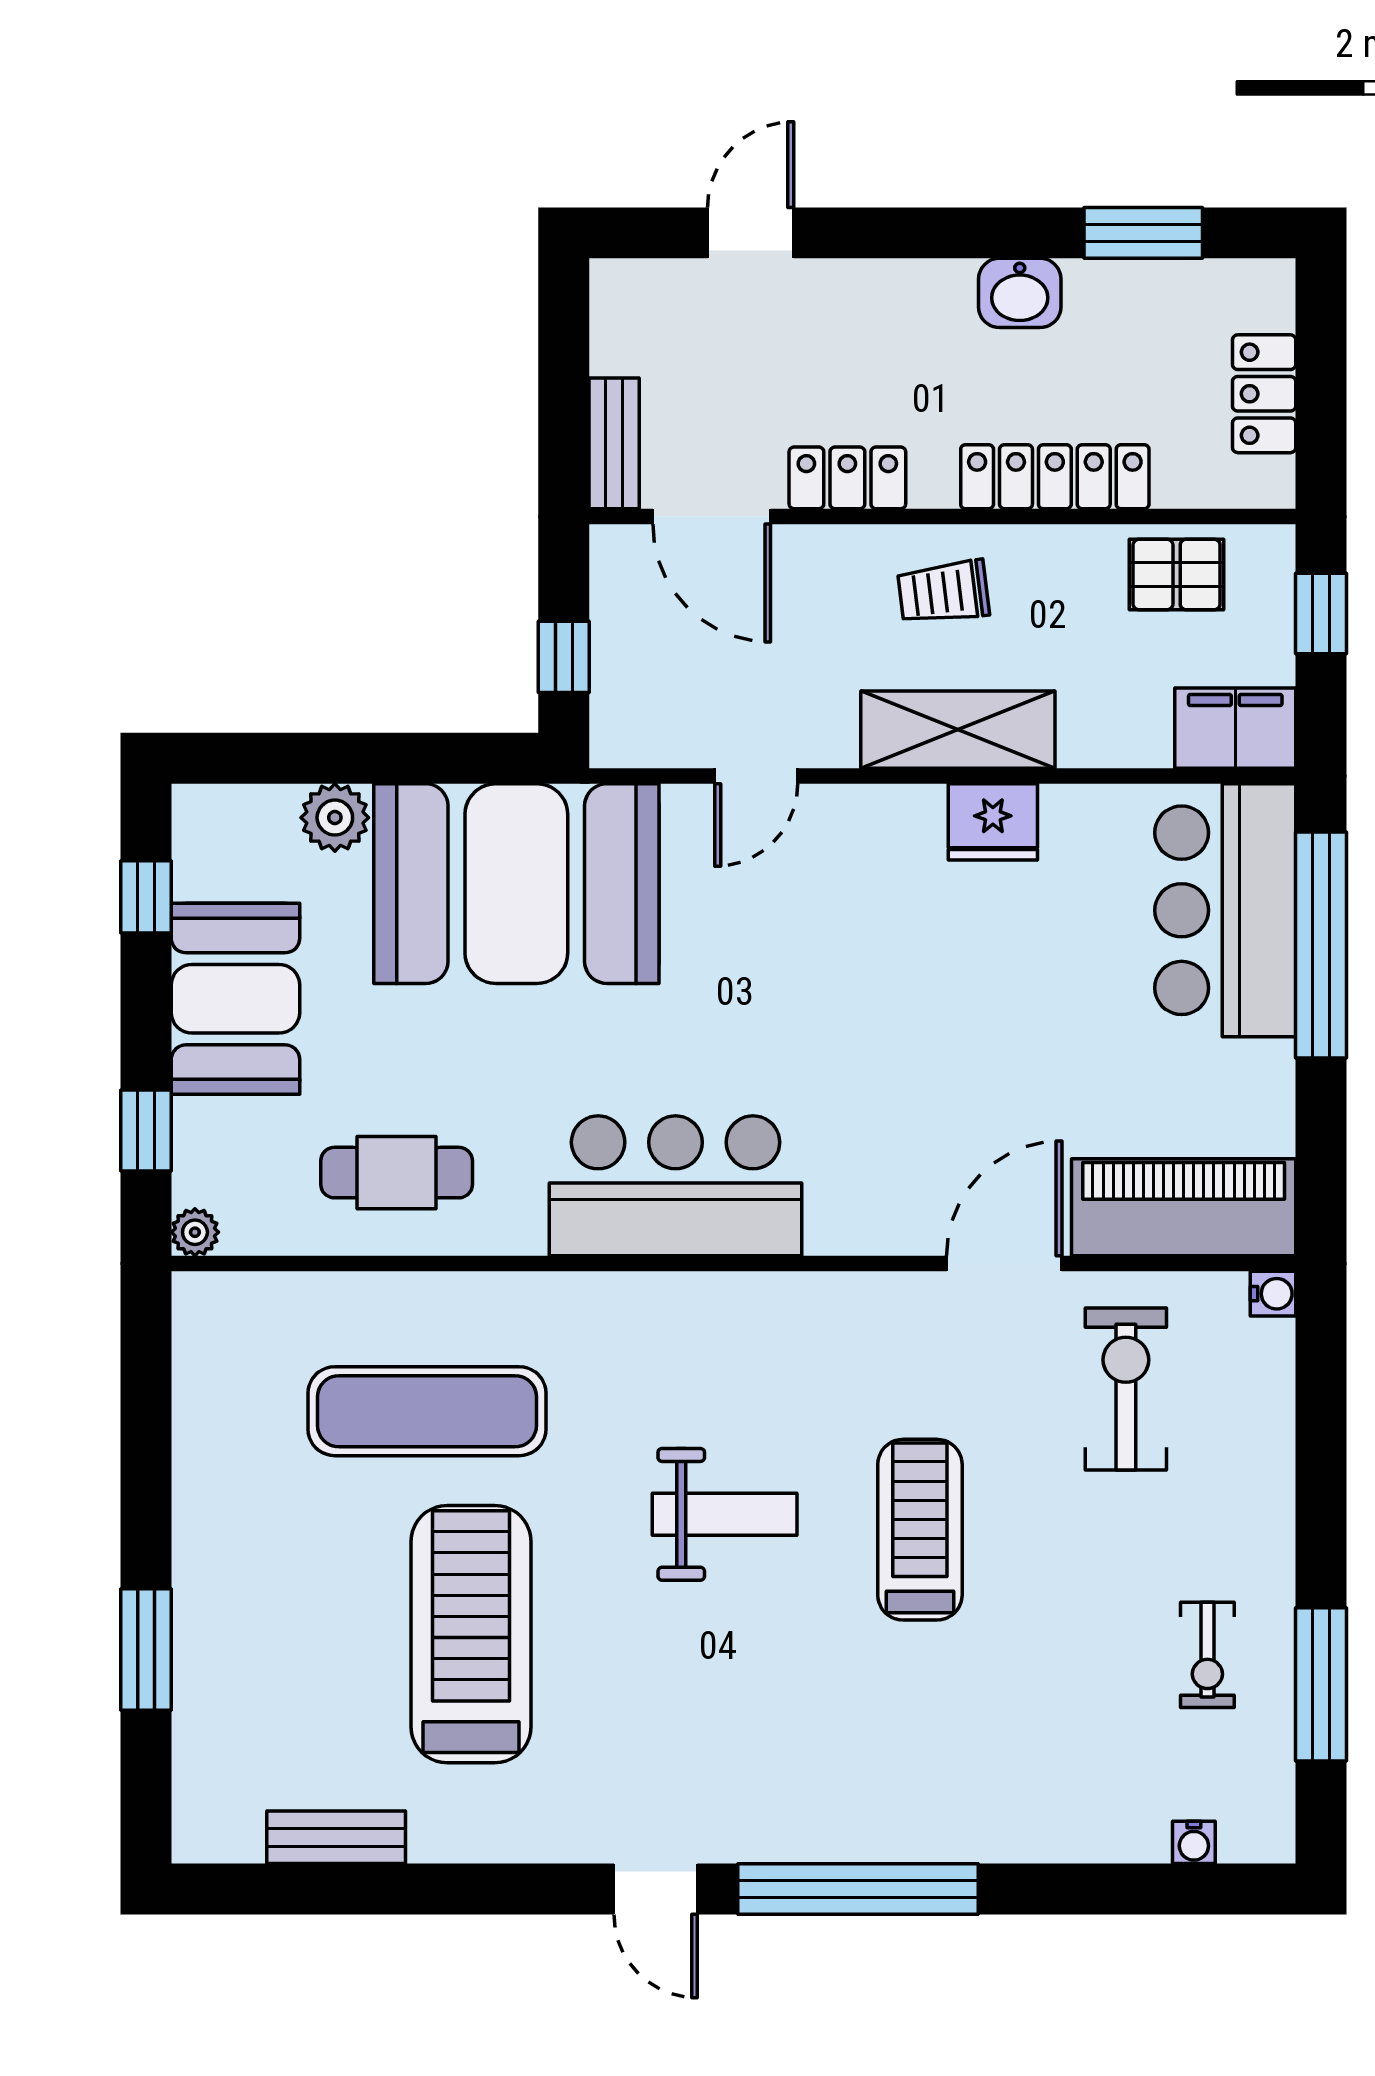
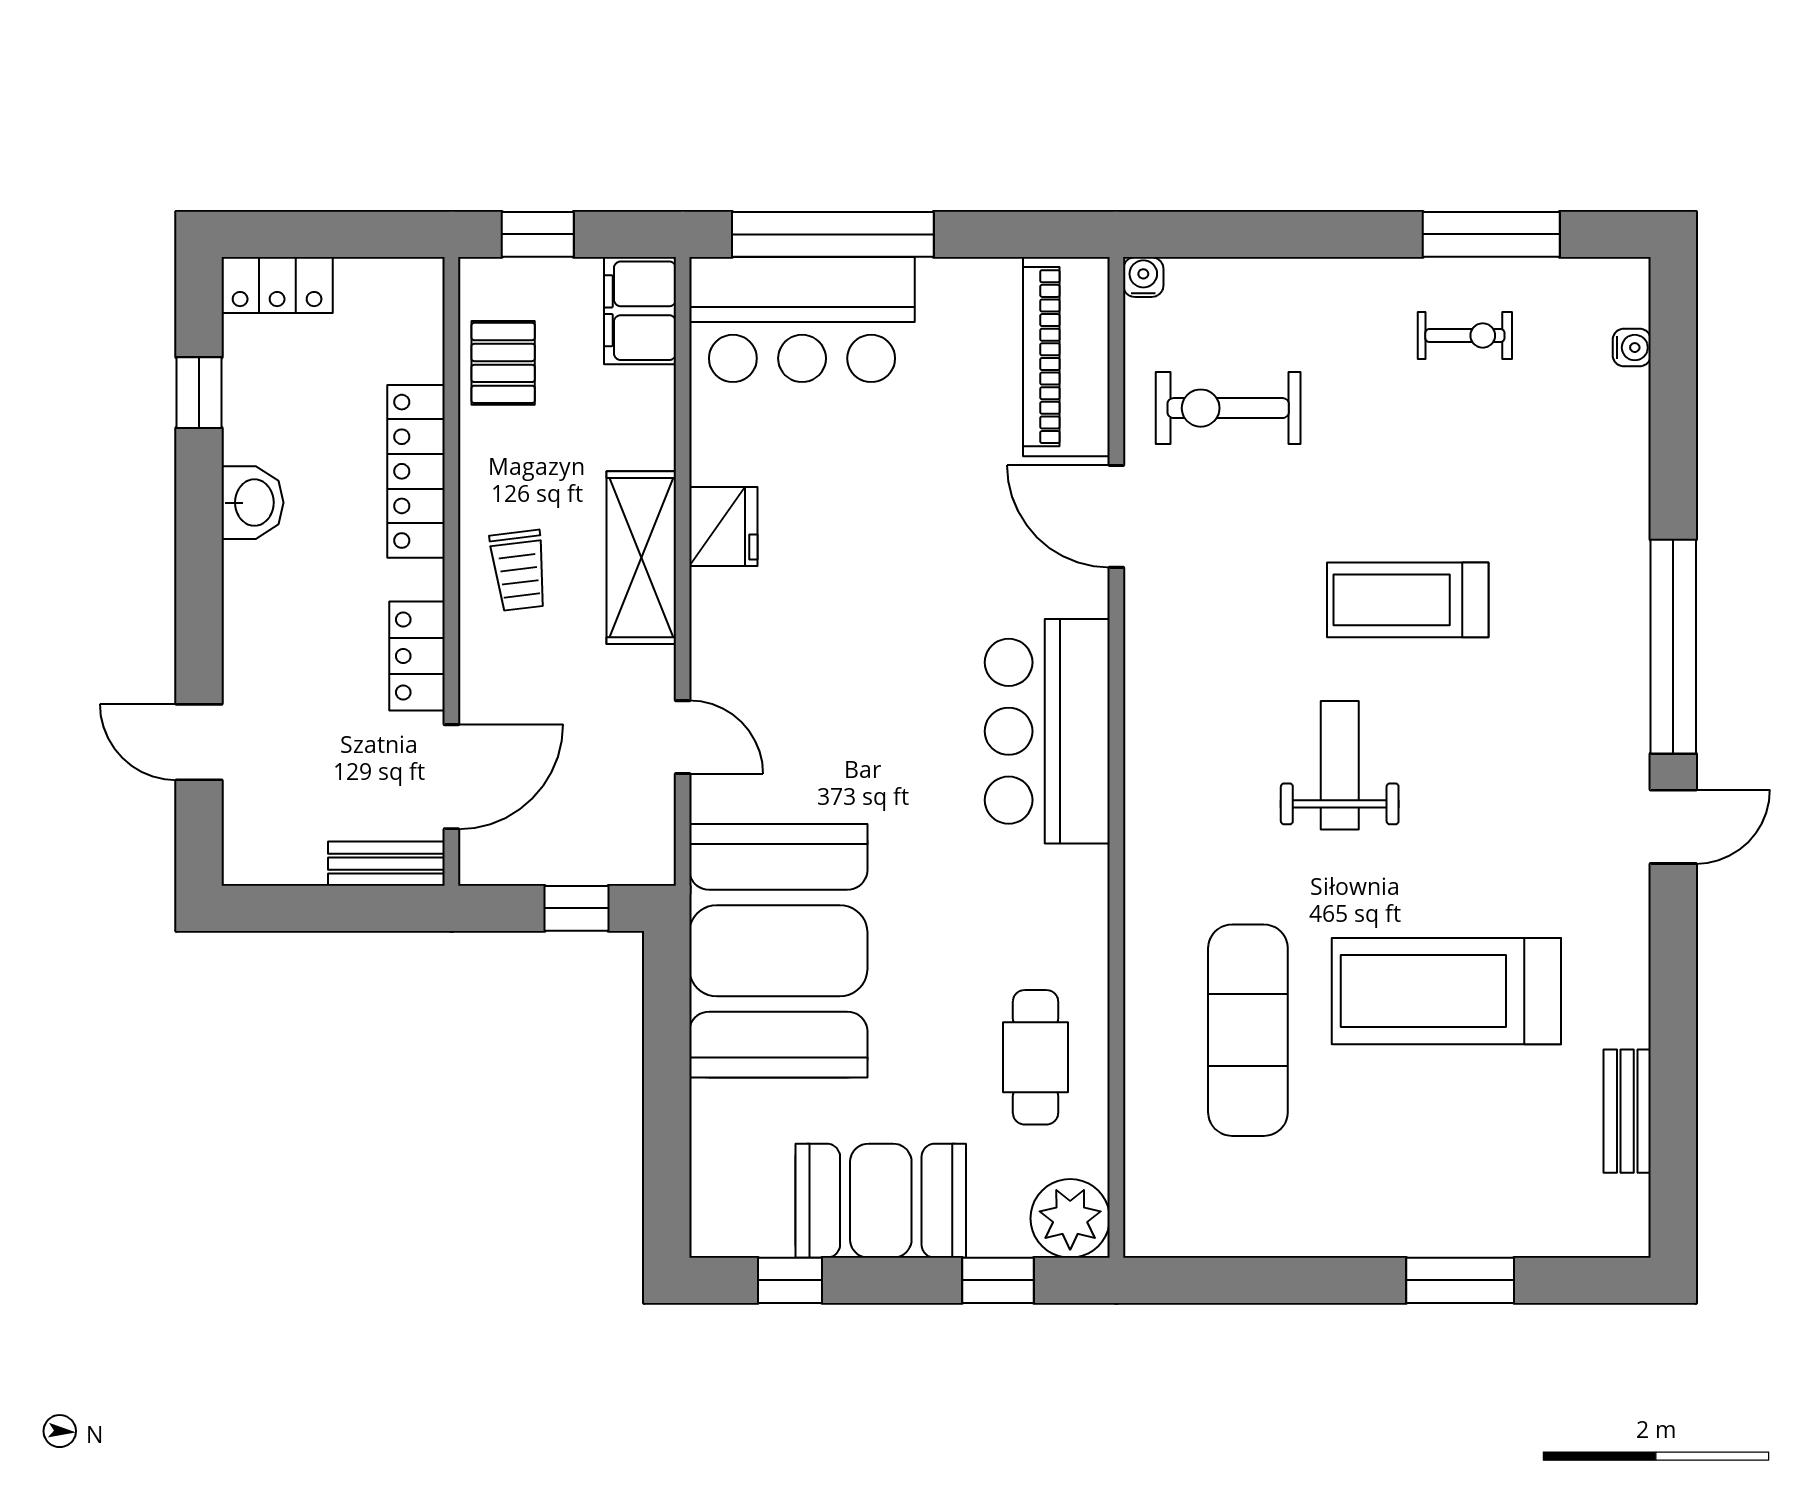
window: (1143, 233) -> (199, 393), width x0.67
locker: (1264, 394) -> (277, 285), moved
plant: (335, 818) -> (719, 1112), removed
bar counter: (676, 1186) -> (1047, 731), moved
plant: (195, 1232) -> (1070, 1218), width x1.88, depth x1.88
treadmill: (920, 1530) -> (1408, 600), moved

